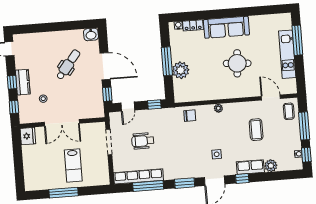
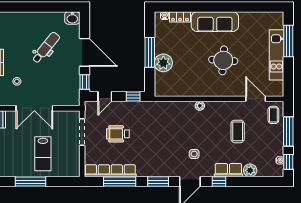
chair: (190, 116) -> (169, 111), removed

